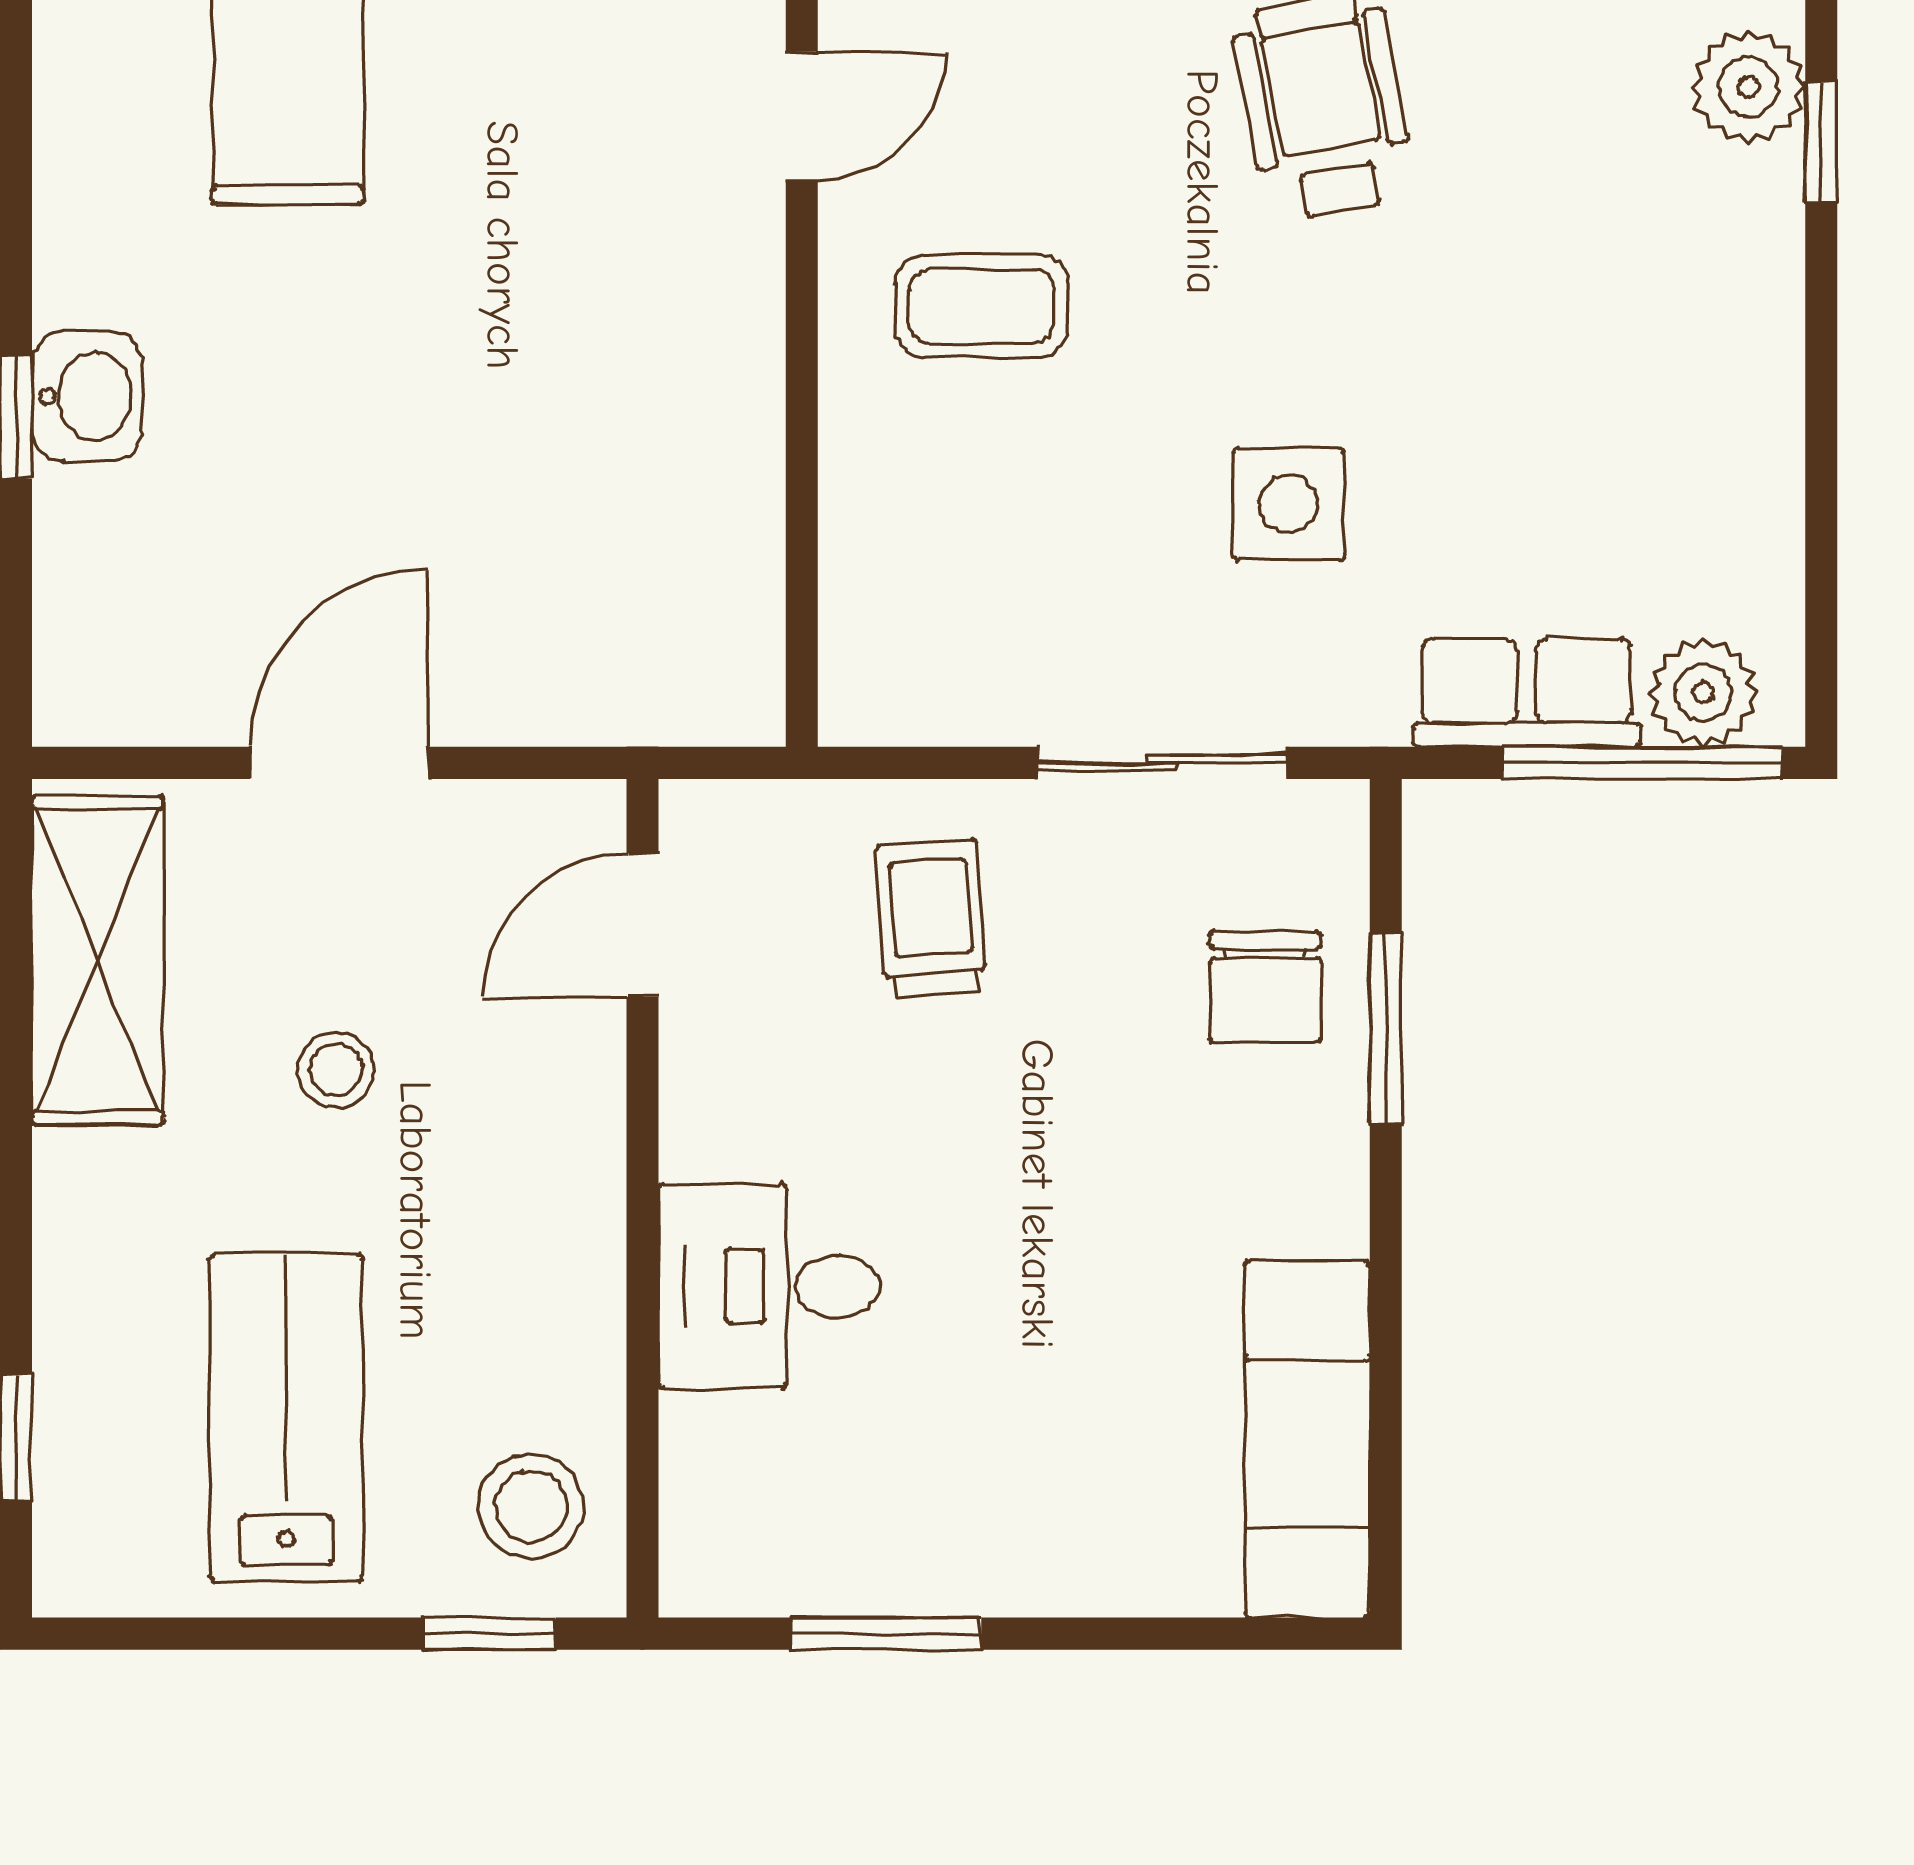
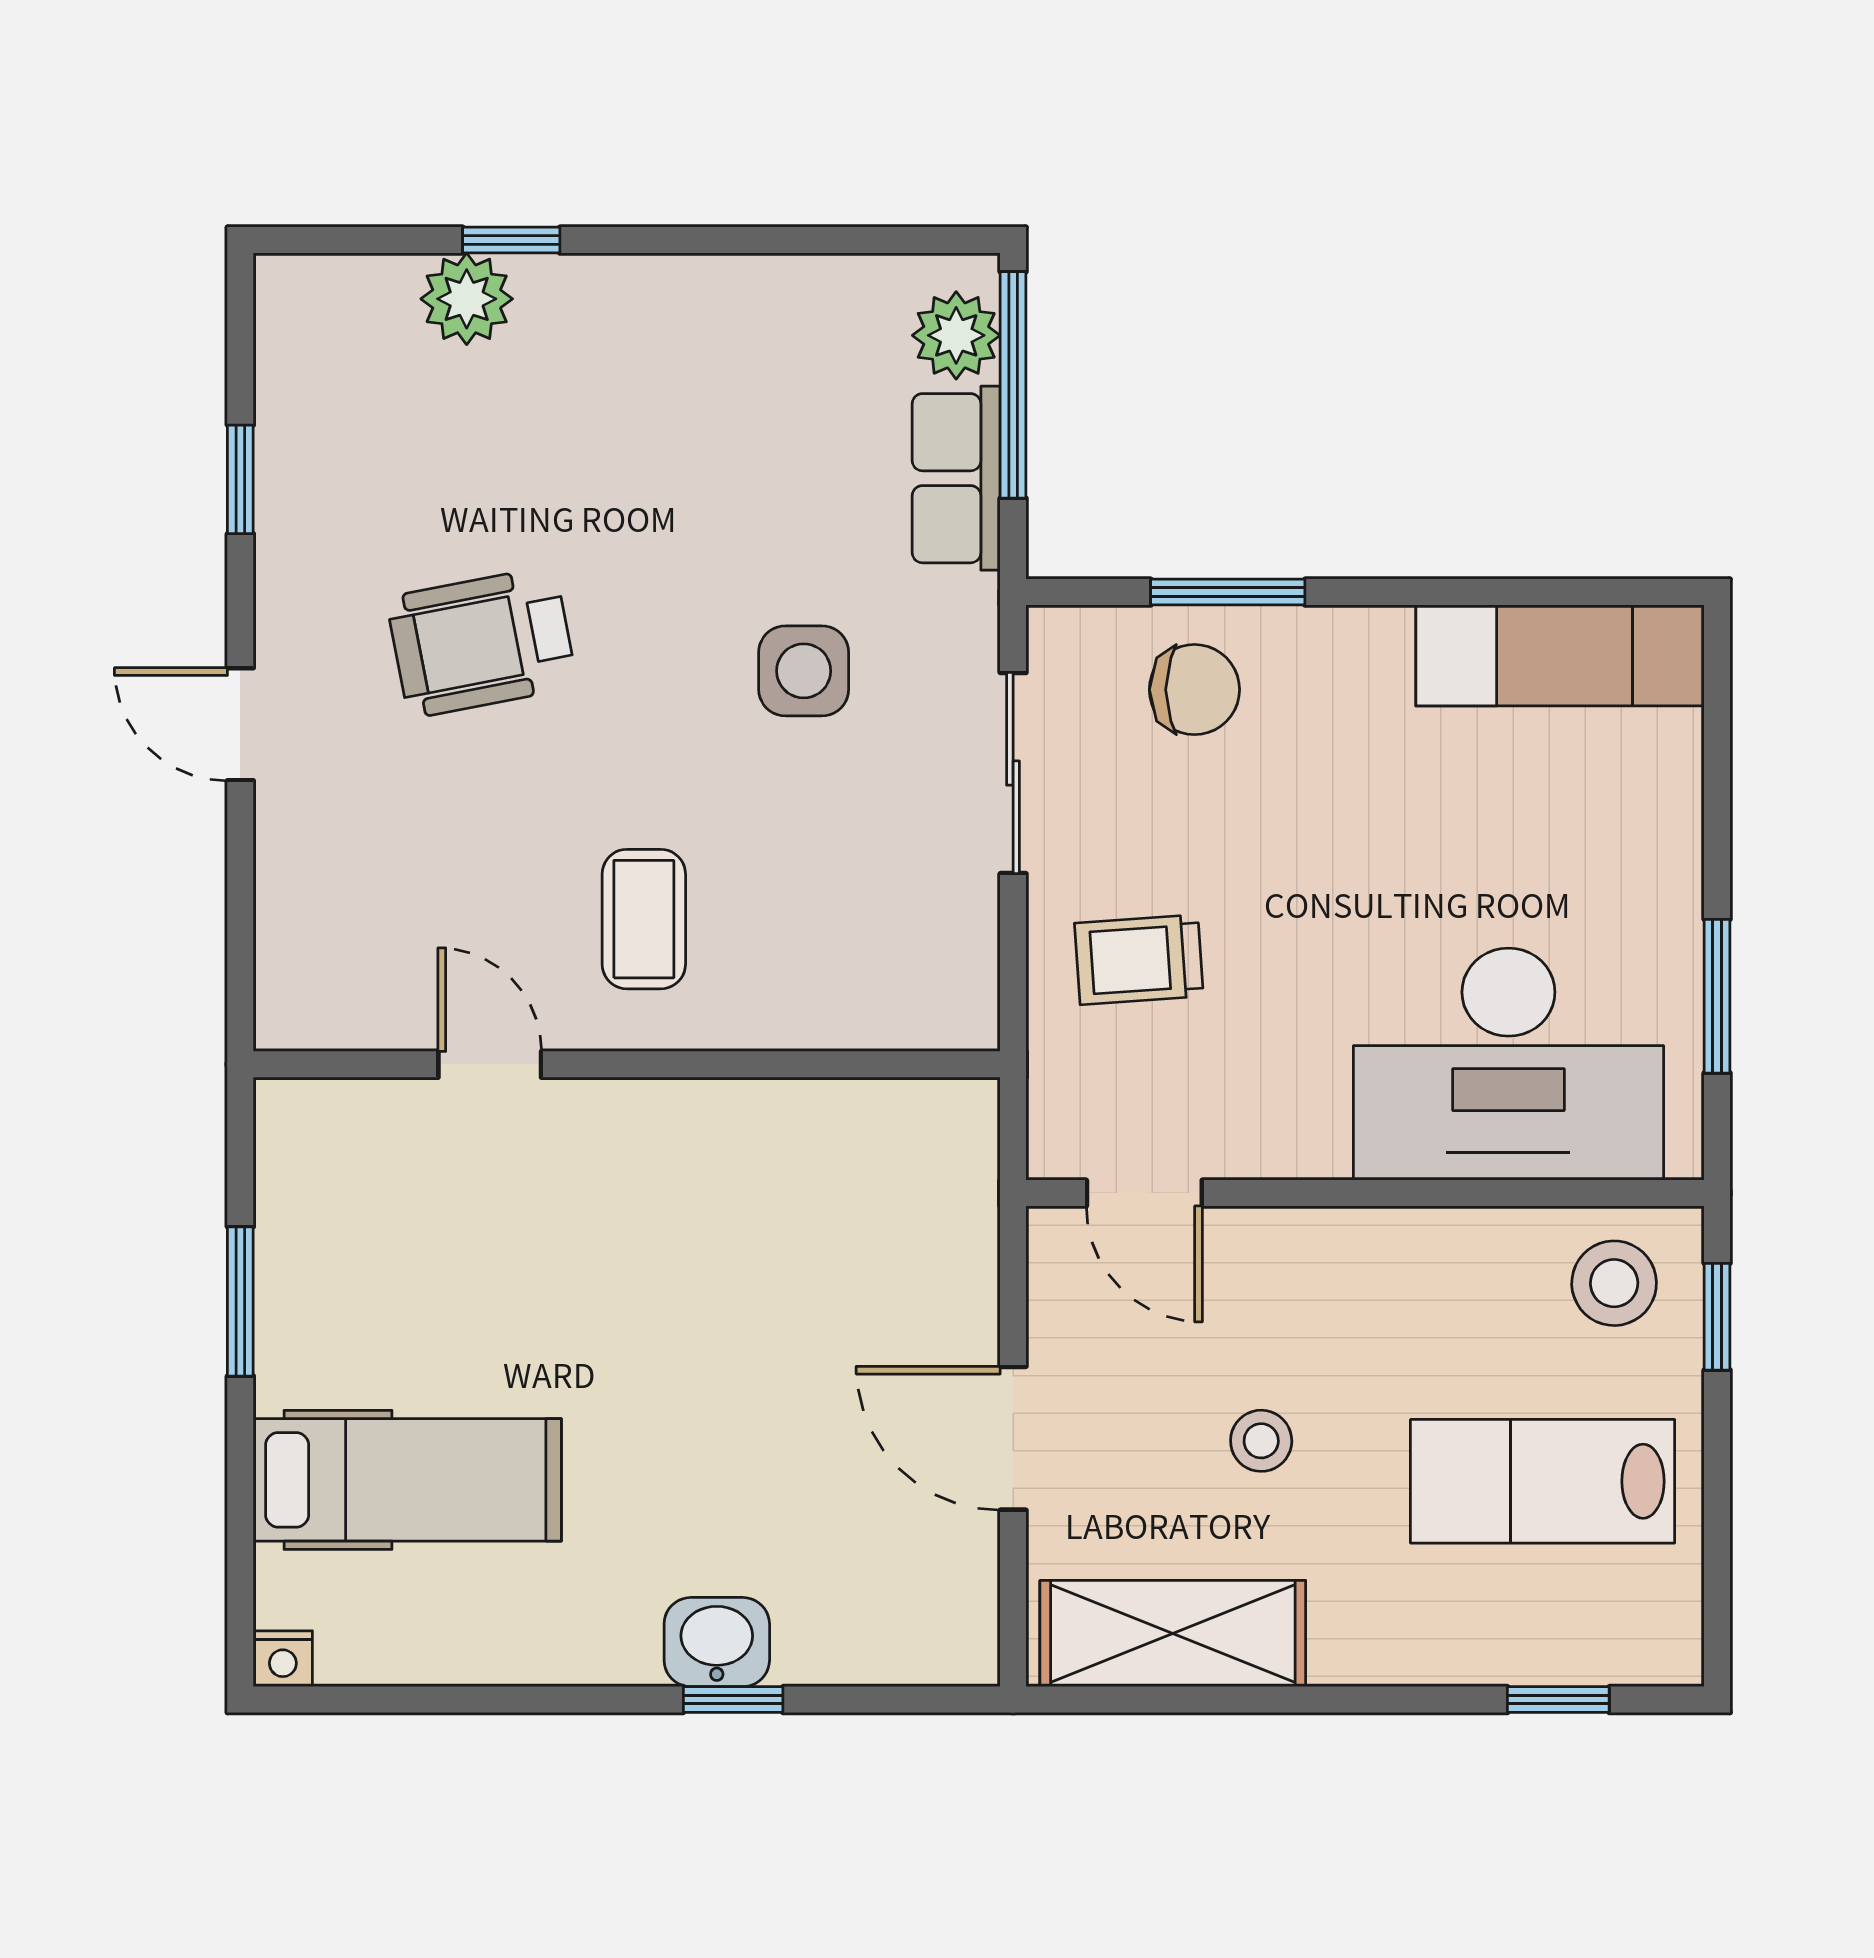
desk: (769, 1286) -> (1508, 1064), width x1.87, depth x1.30

